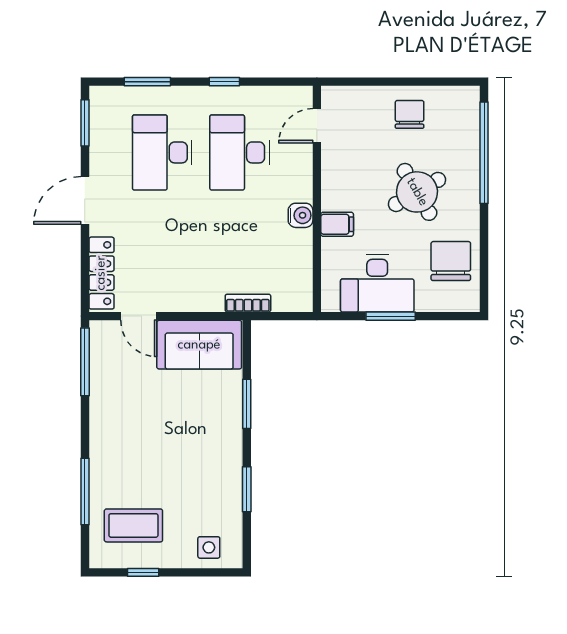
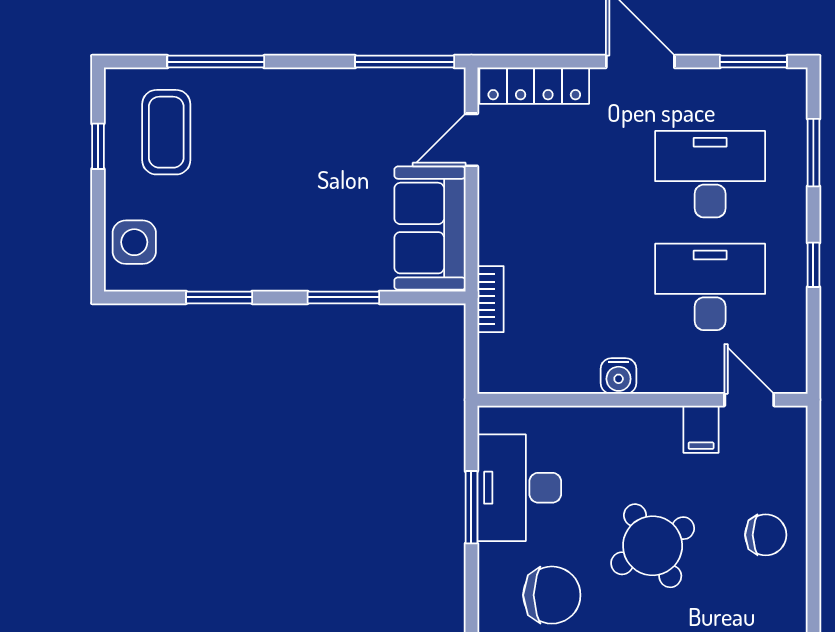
filing cabinet: (337, 224) -> (701, 429), moved
side table: (209, 547) -> (134, 242), width x1.37, depth x1.37

